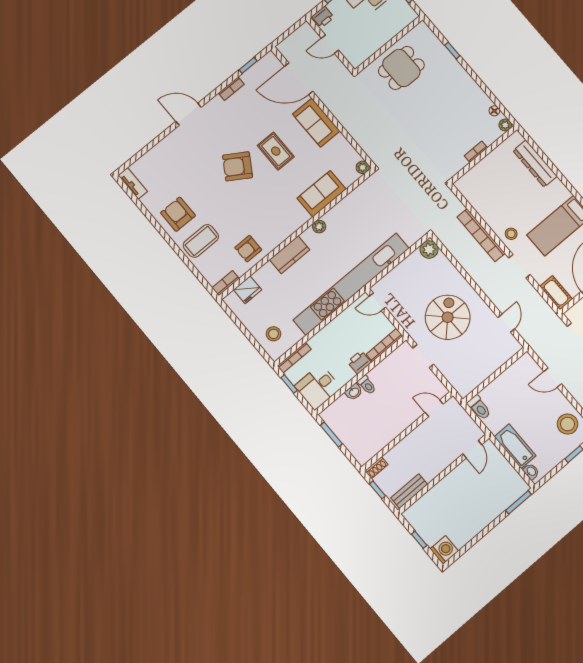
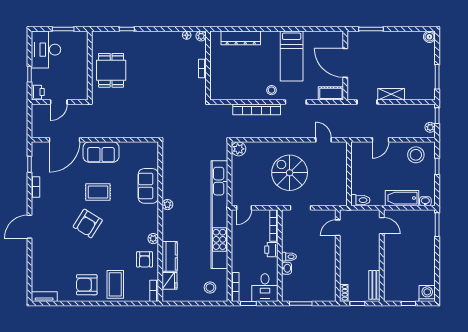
plant: (363, 167) -> (153, 239), moved
kitchen counter: (290, 255) -> (170, 256), moved

